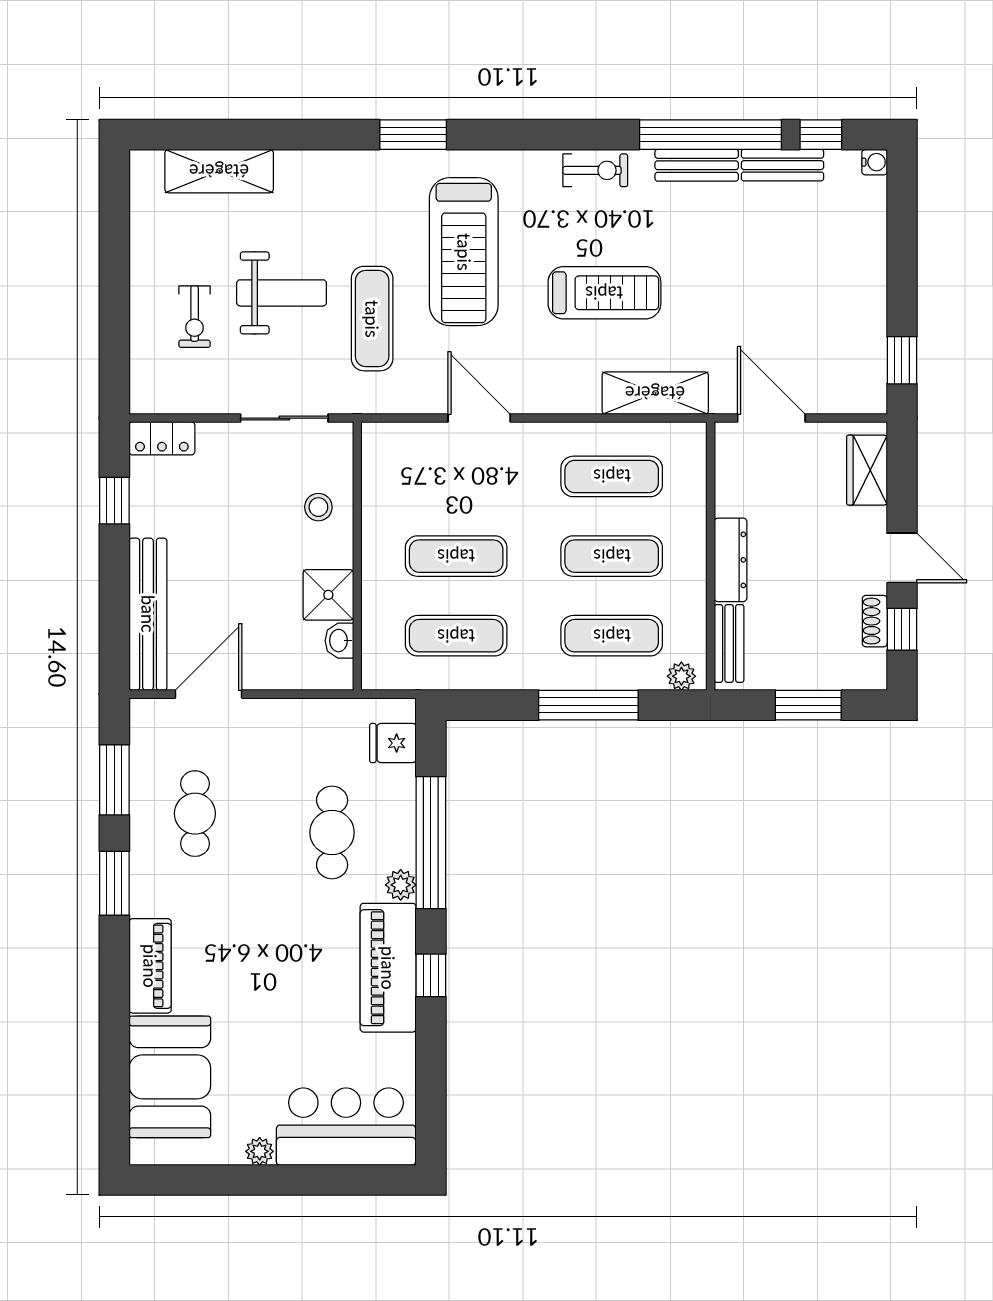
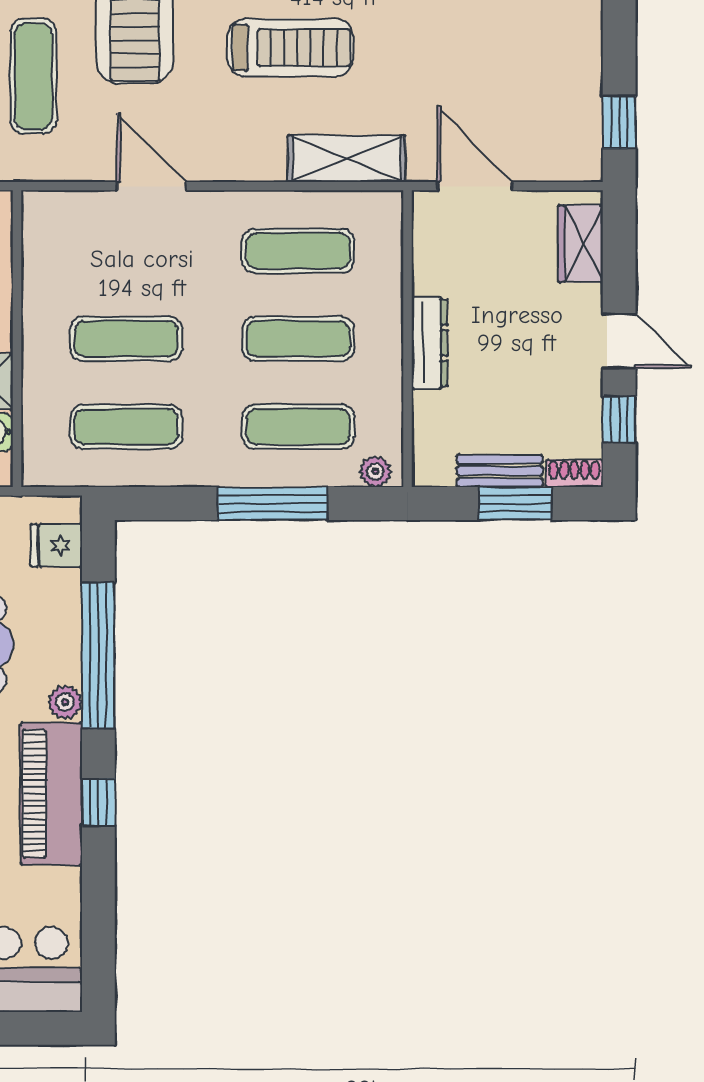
shoe rack: (875, 621) -> (574, 473), moved, turned 90
bench: (729, 643) -> (500, 471), moved, turned 90

